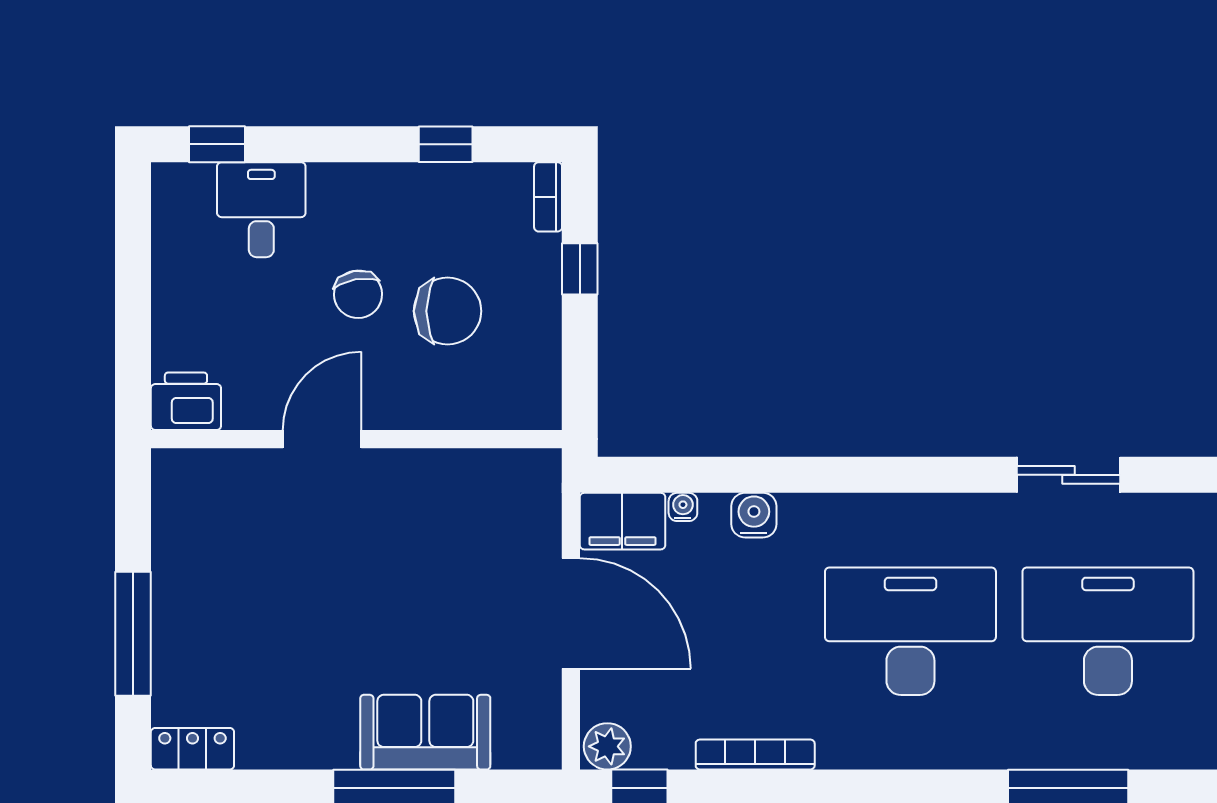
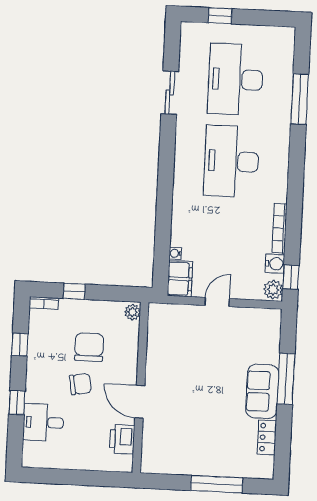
window: (217, 144) -> (17, 403), moved
printer: (186, 401) -> (122, 439), moved
plant: (537, 411) -> (132, 312), added
water cooler: (754, 515) -> (275, 264), moved, turned 180
door: (571, 613) -> (217, 302), width x0.53
sofa: (425, 732) -> (262, 391), moved
locker: (192, 749) -> (267, 437), moved

